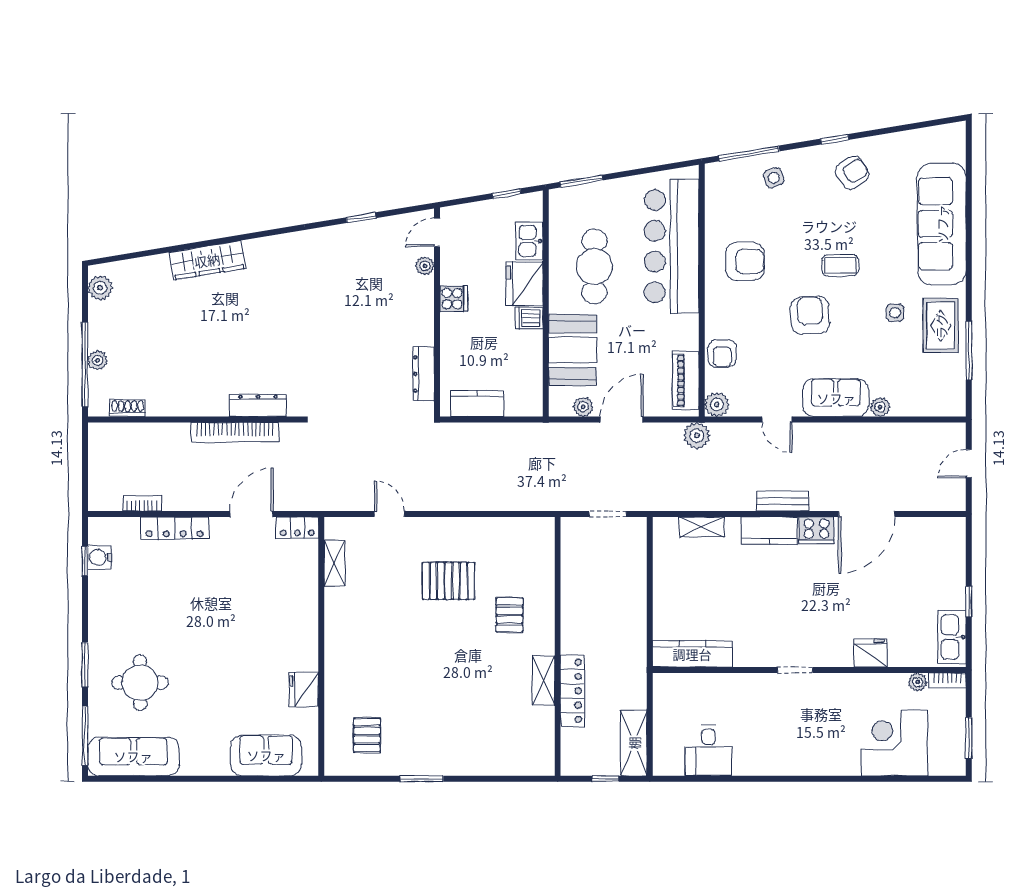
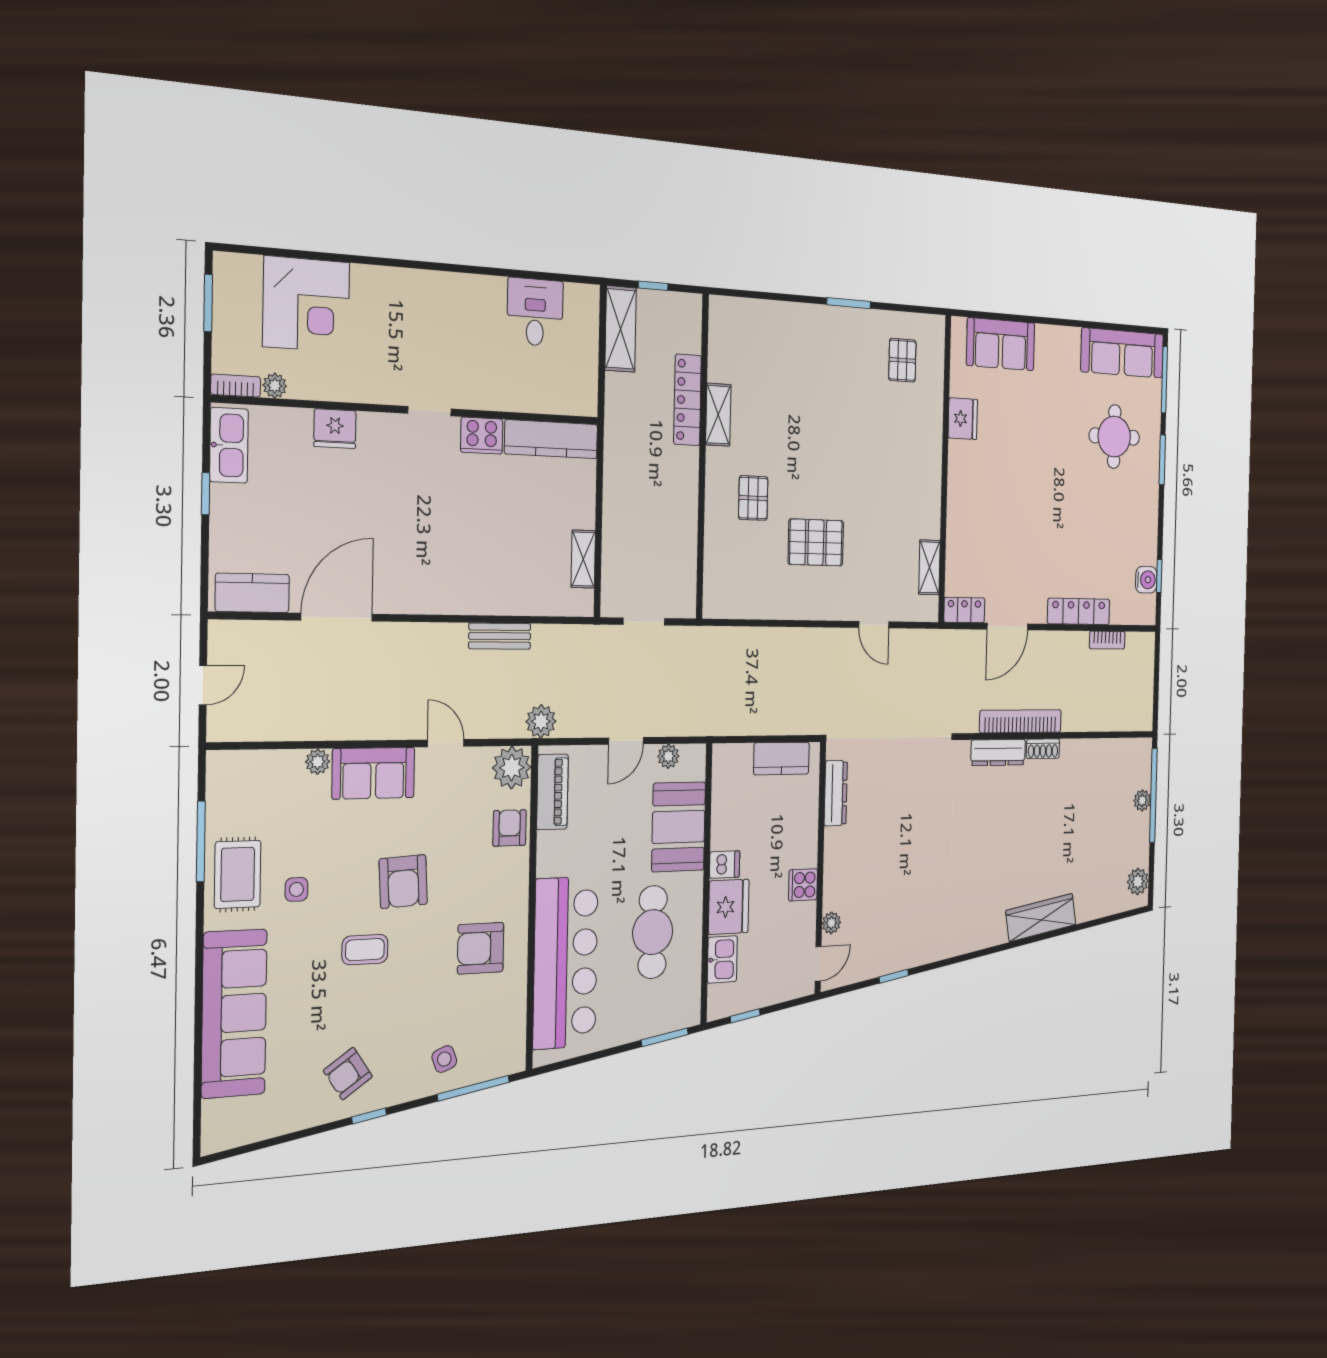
plant: (717, 404) -> (512, 768), width x1.36, depth x1.36
shoe rack: (128, 408) -> (1043, 749), moved
door: (622, 419) -> (626, 741), width x0.73
bench: (783, 501) -> (500, 636), moved
shelving: (702, 527) -> (583, 559), moved, turned 90
cooker: (817, 530) -> (482, 436), moved, turned 180
kitchen counter: (769, 531) -> (252, 593), moved

